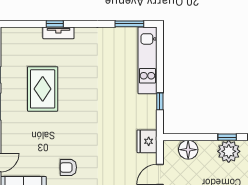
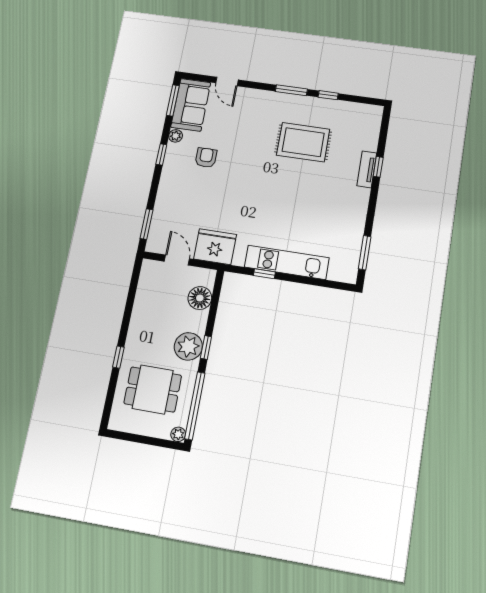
kitchen unit: (147, 60) -> (287, 262), moved
fridge: (147, 141) -> (215, 247), width x1.36, depth x1.34

